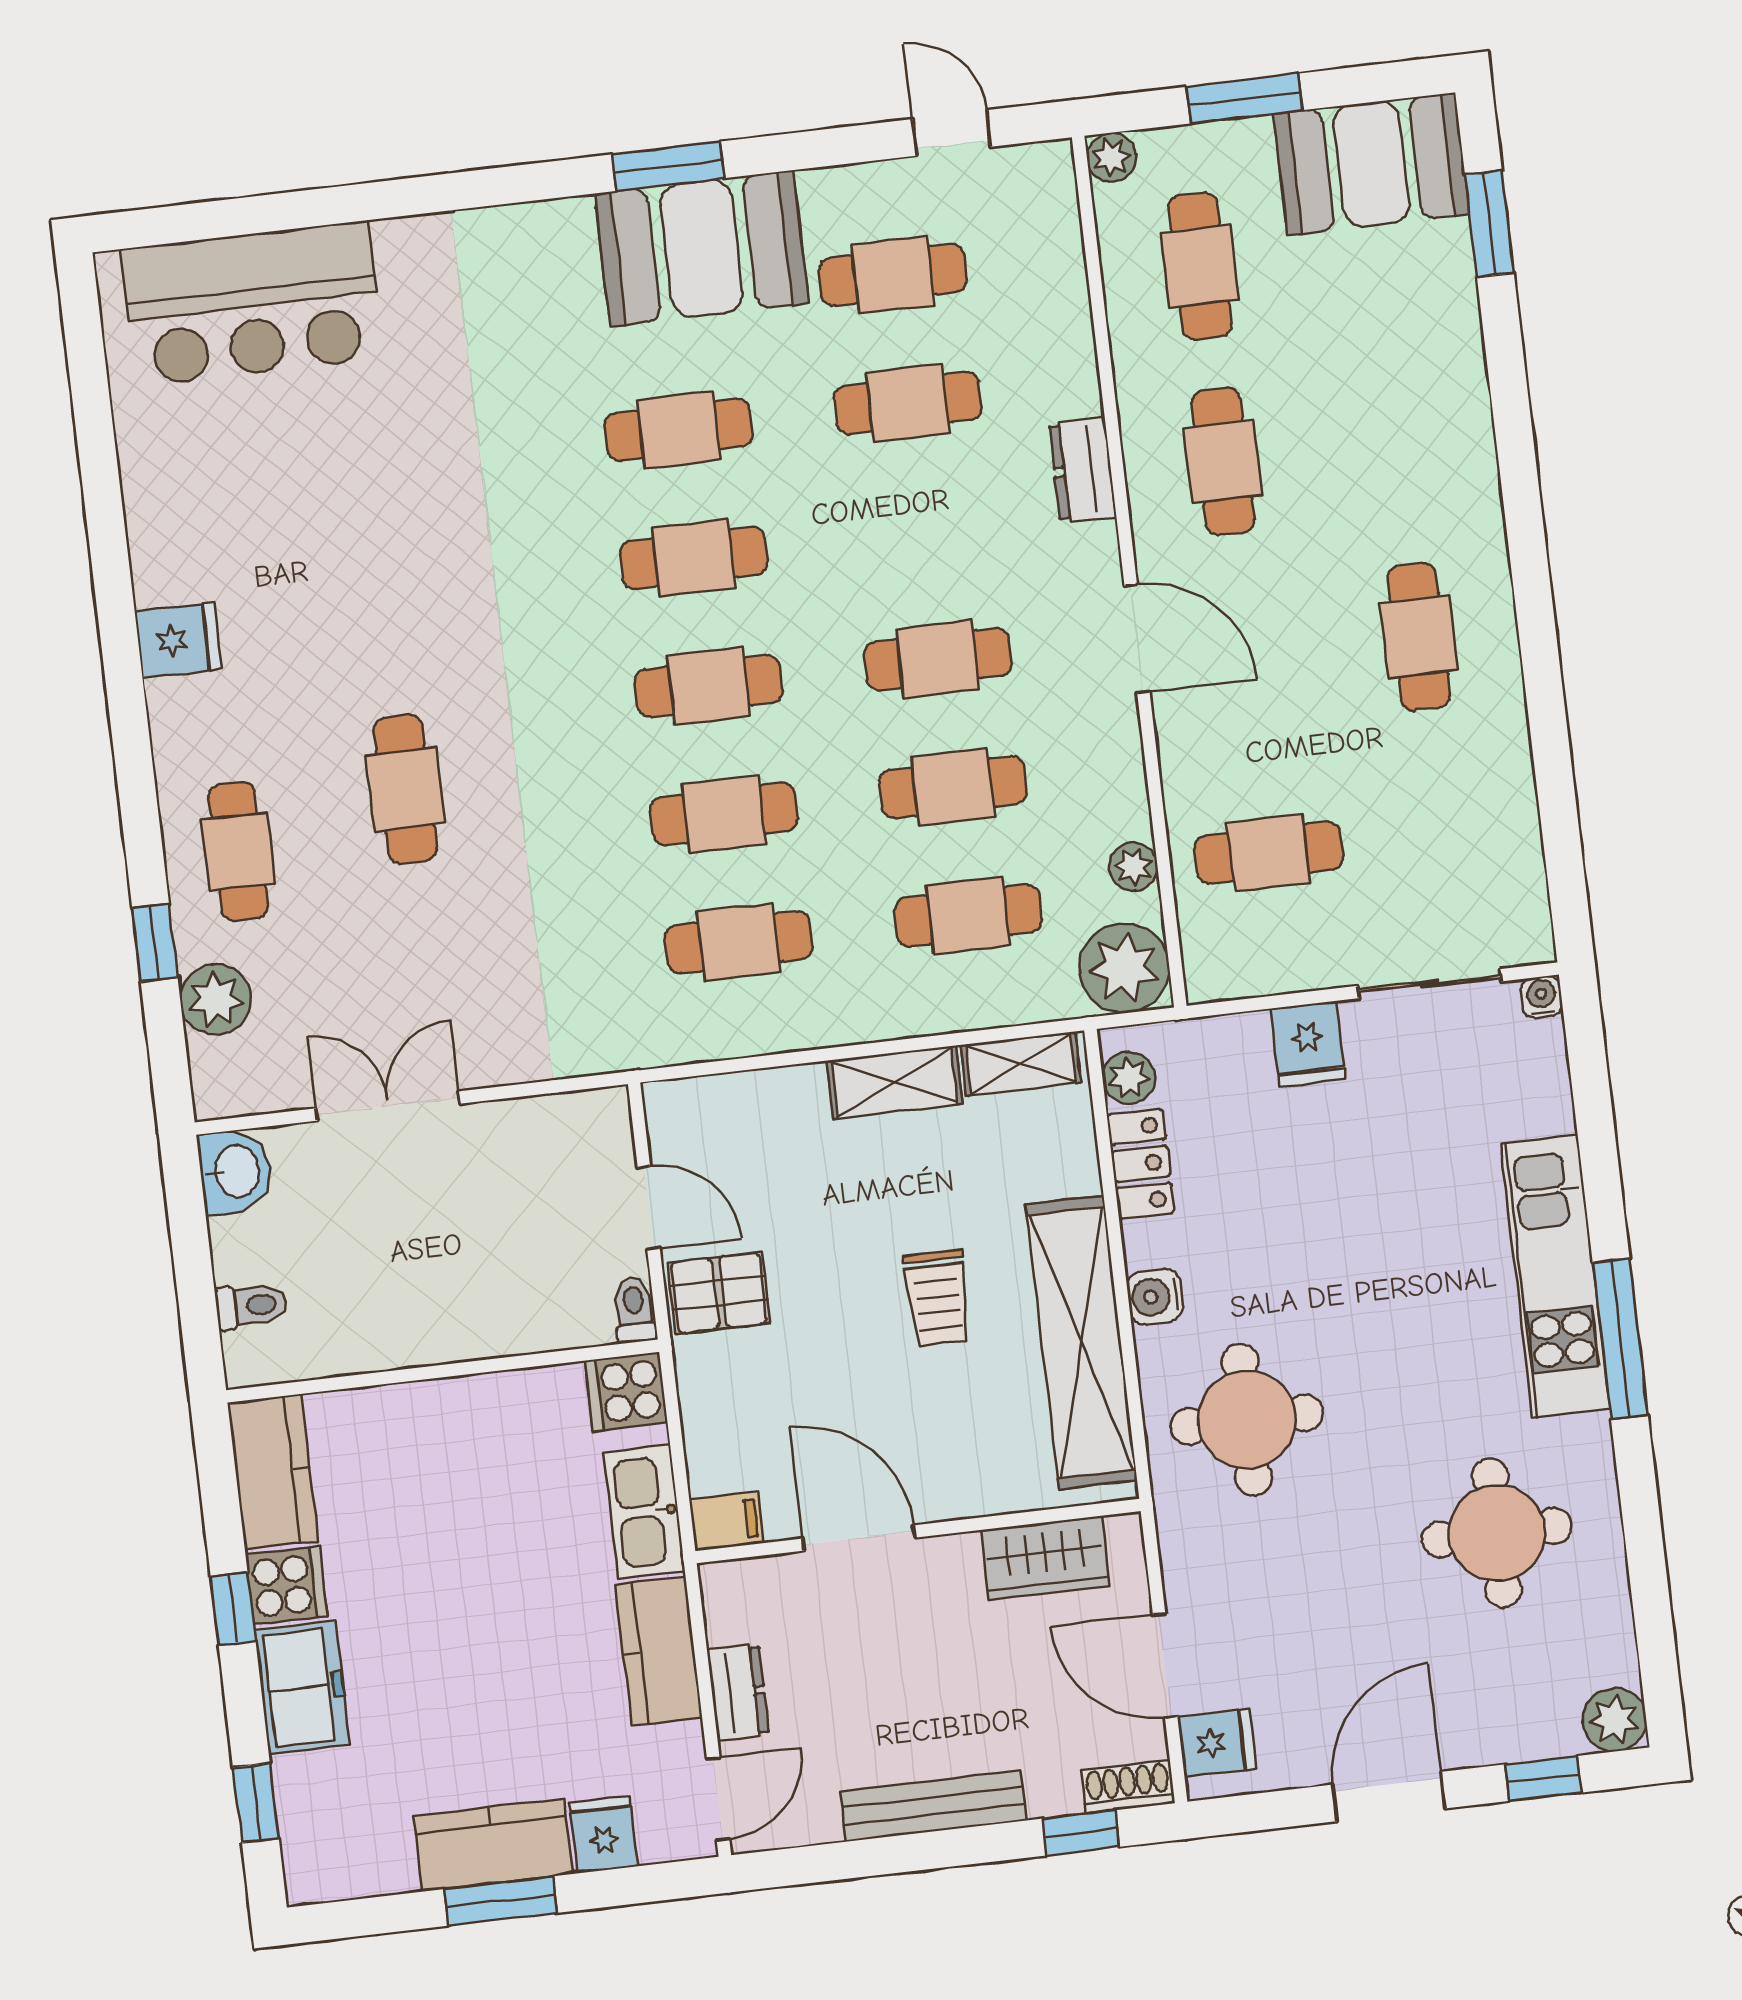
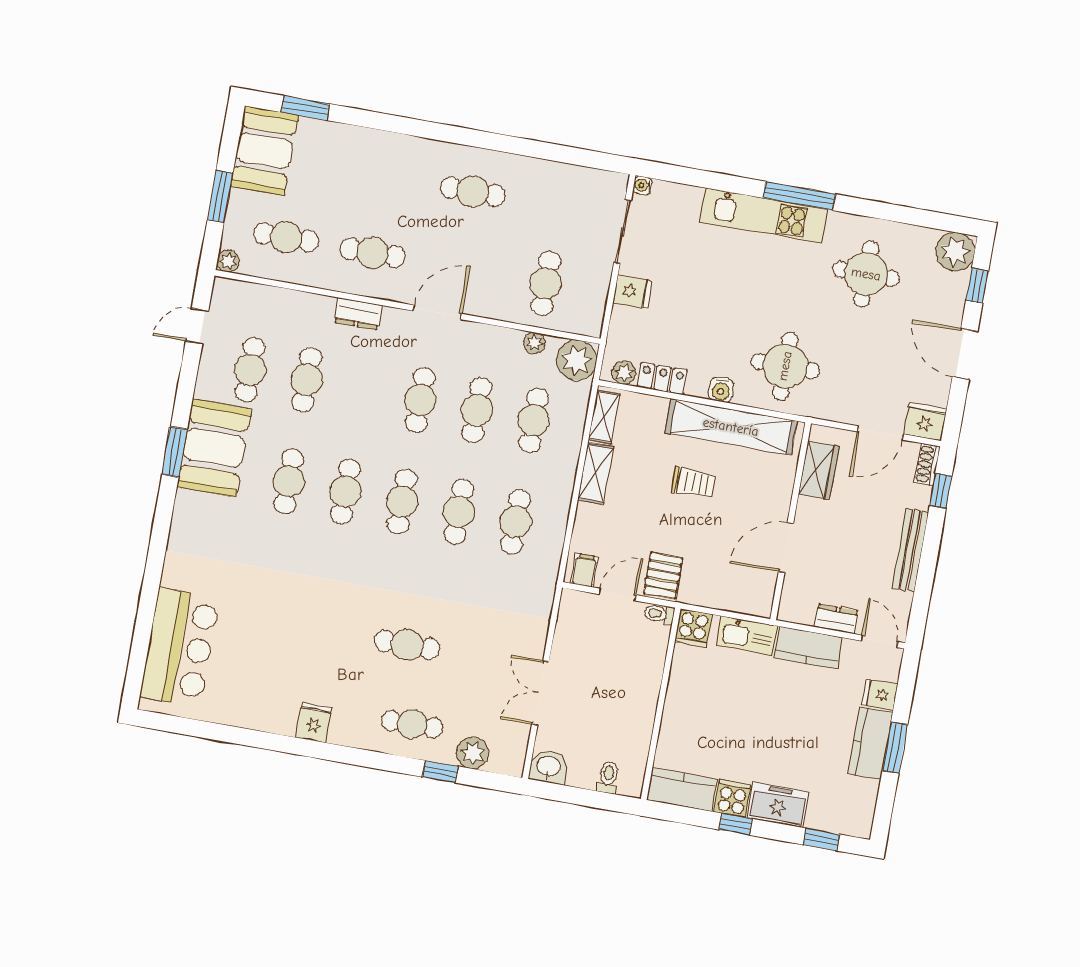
filing cabinet: (727, 1521) -> (584, 570), moved
plant: (1615, 1720) -> (955, 252), width x1.36, depth x1.36
fridge: (1217, 1743) -> (925, 422), width x1.38

